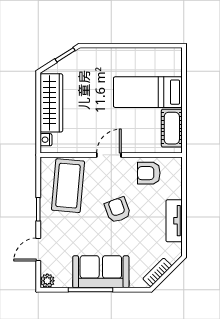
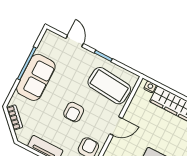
door: (109, 155) -> (116, 126), hinge flipped
armchair: (118, 210) -> (74, 112), turned 110
plant: (47, 281) -> (49, 36), removed

